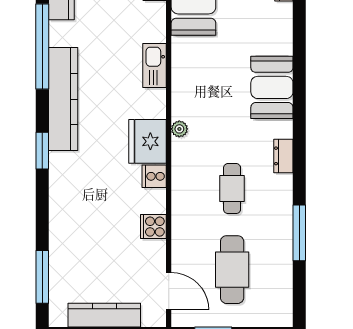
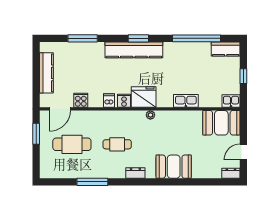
kitchen counter: (63, 99) -> (134, 50), moved
dishwasher: (154, 203) -> (109, 101), added
cooker: (153, 227) -> (81, 100), moved
window: (42, 277) -> (83, 38), moved

